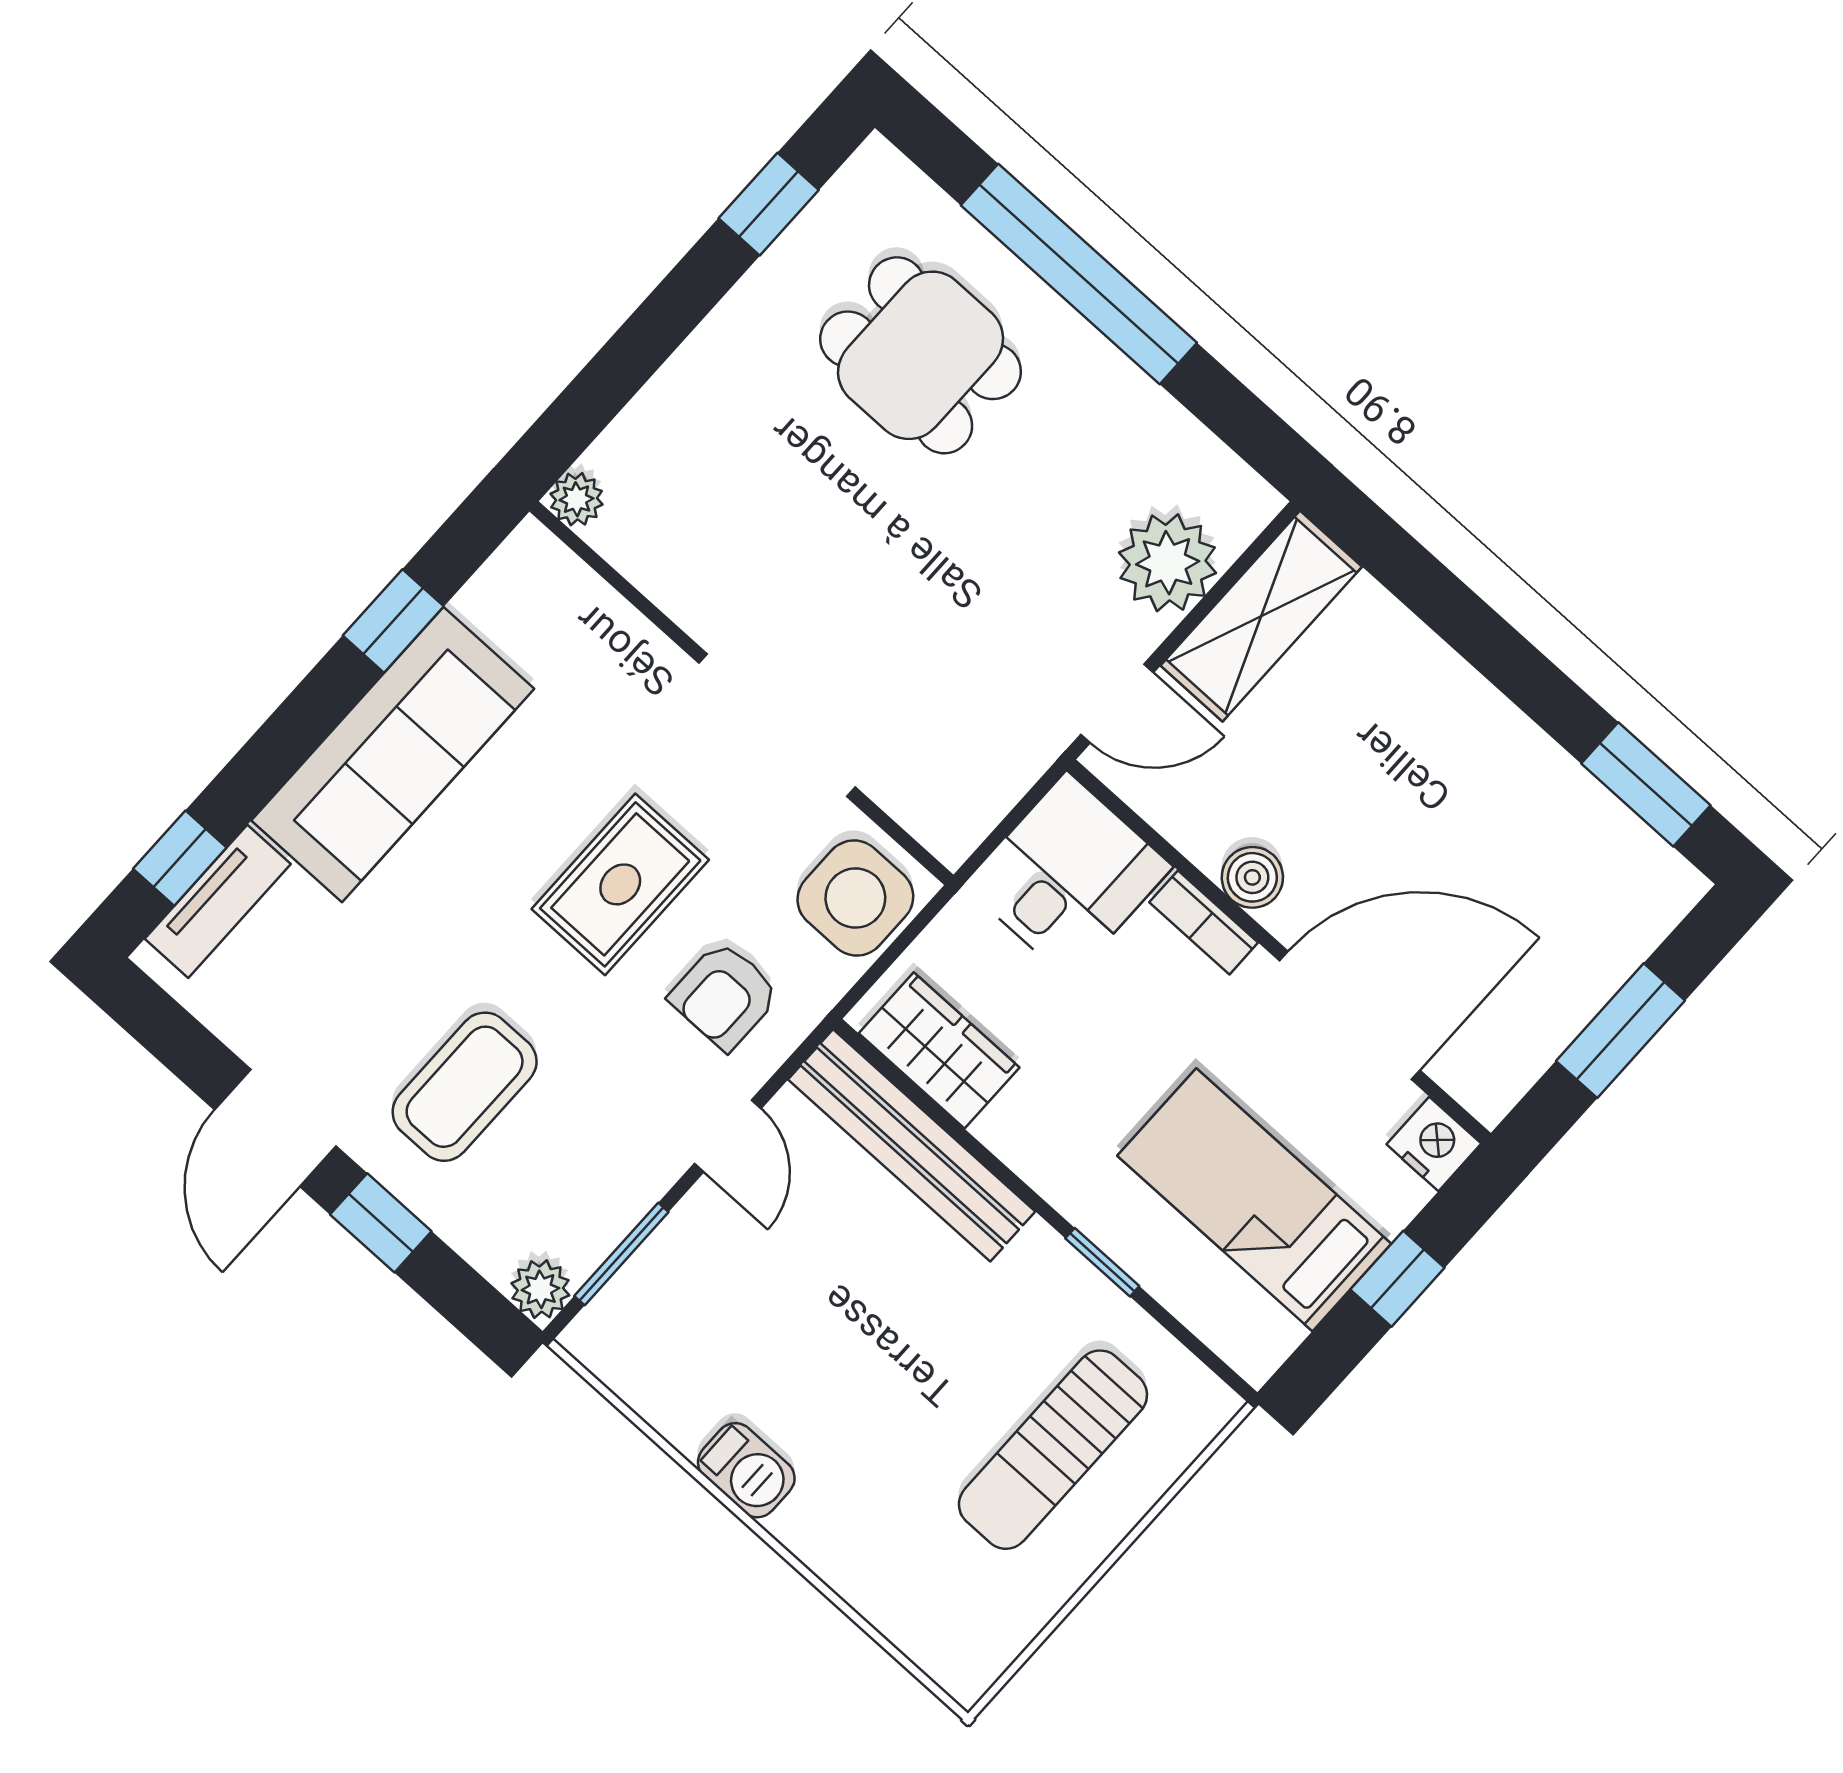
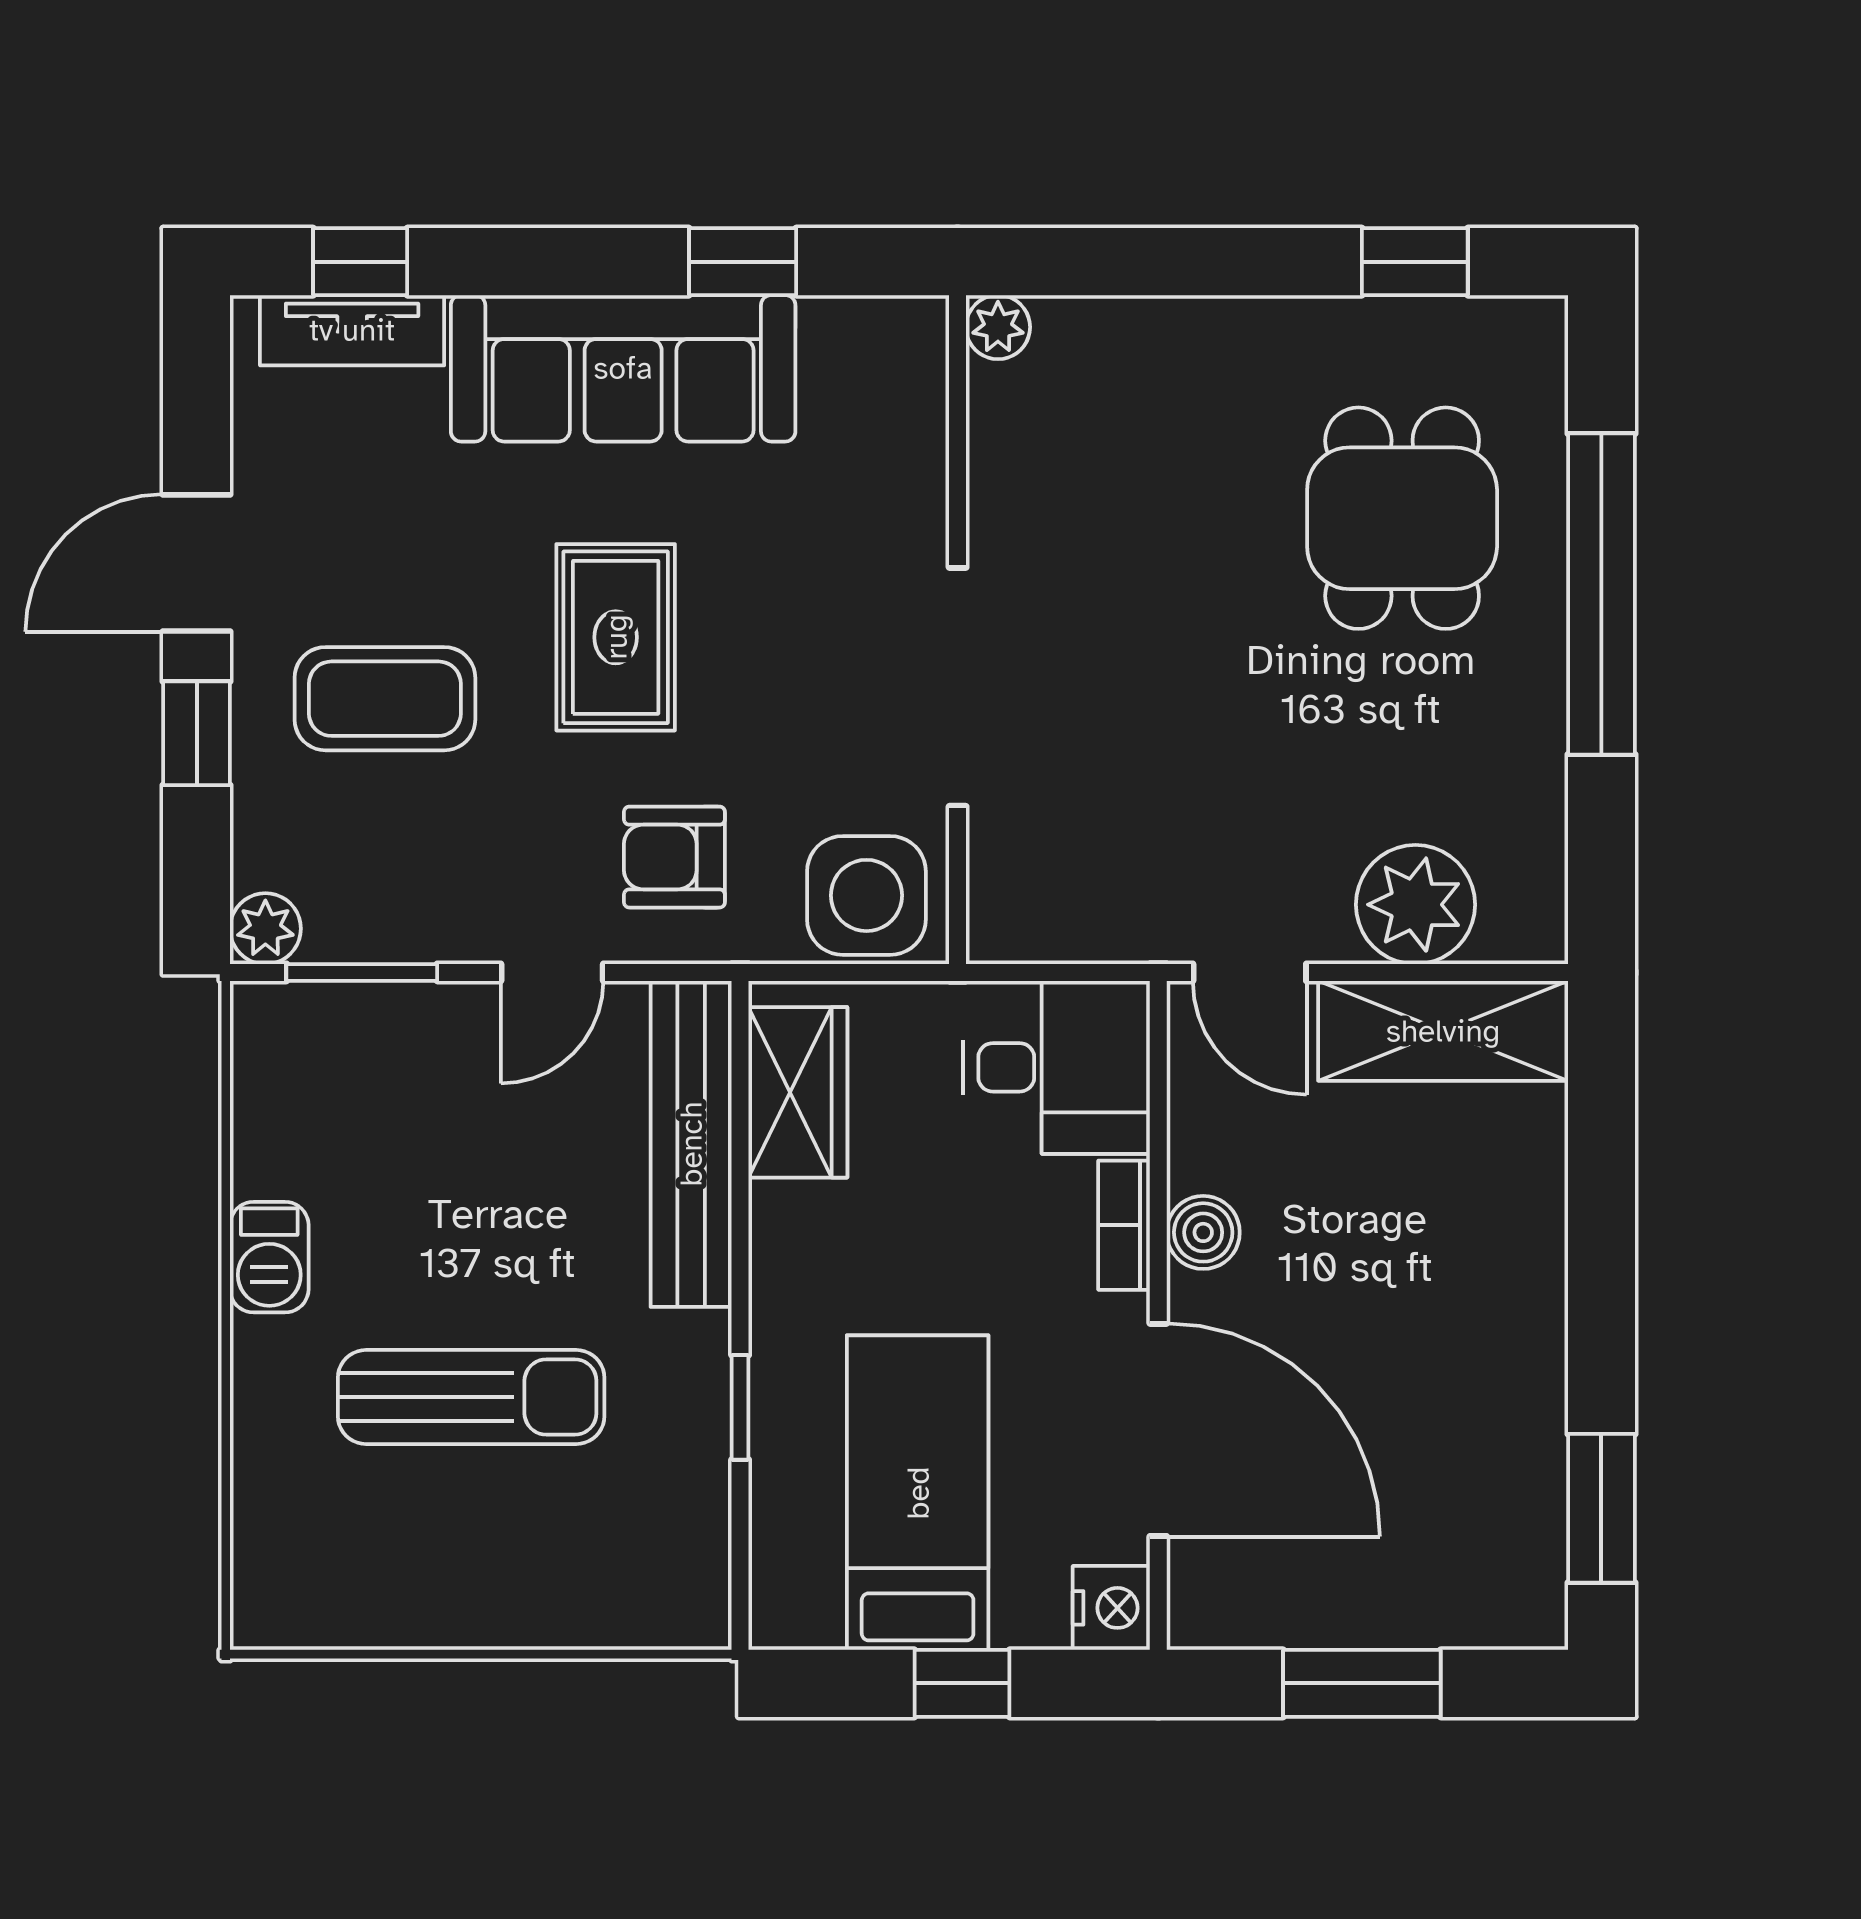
rug: (620, 884) -> (616, 637), moved, turned 90
sun lounger: (1053, 1450) -> (471, 1397), moved, turned 180

